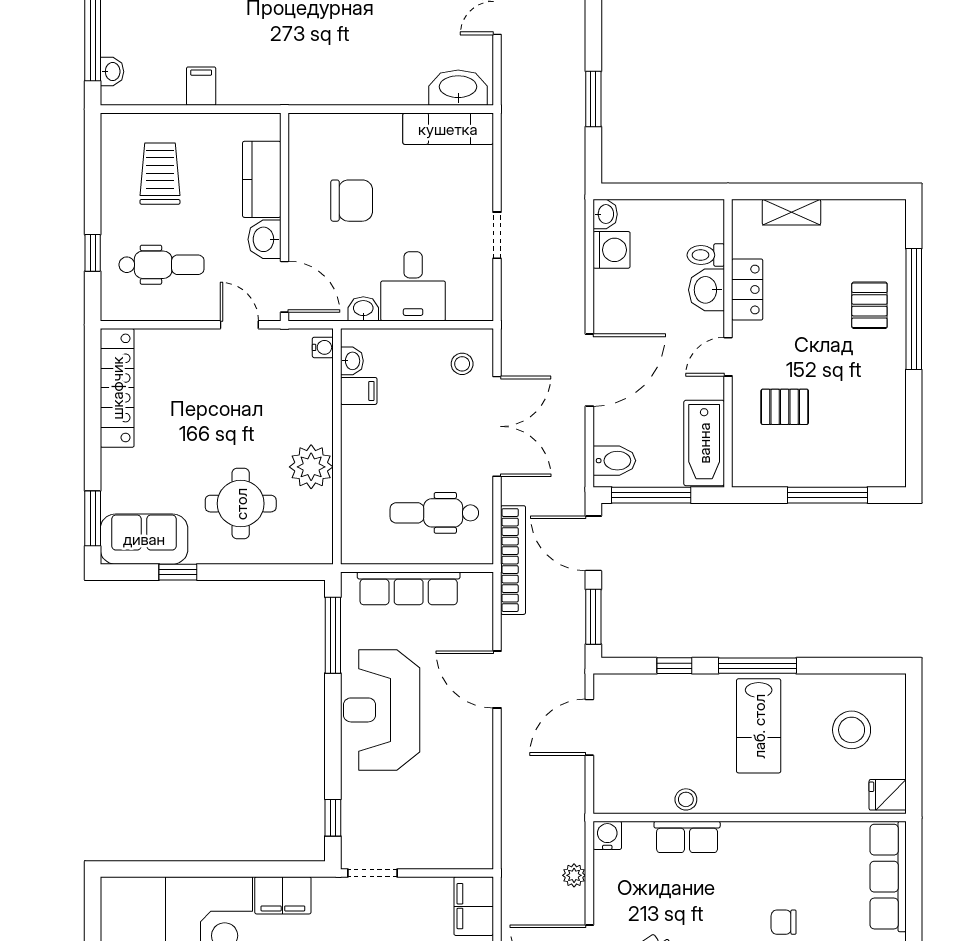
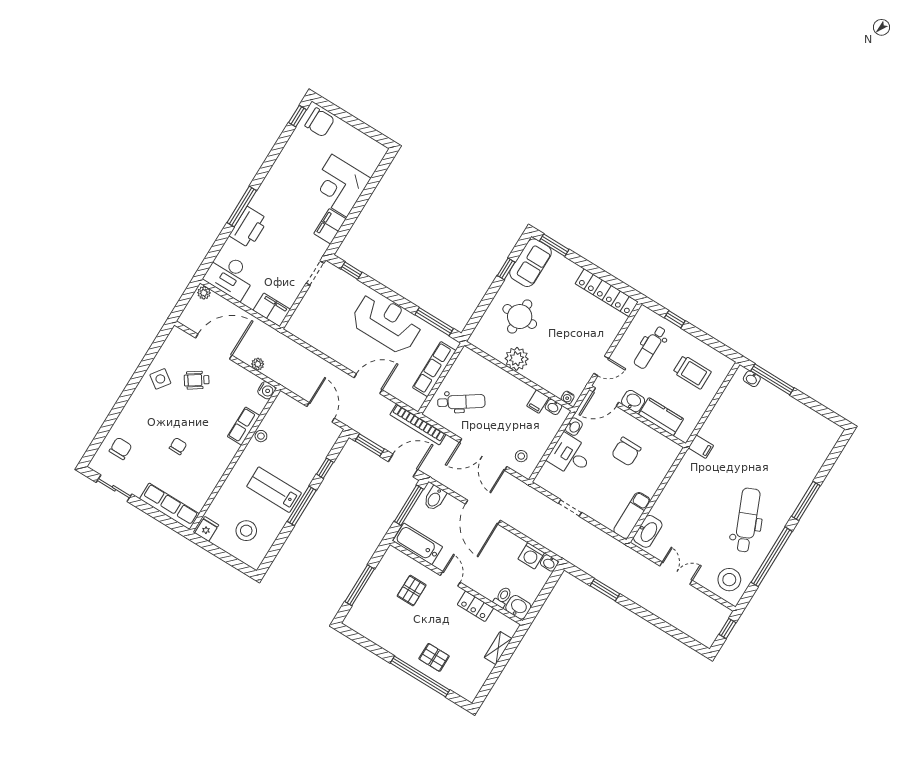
filing cabinet: (201, 86) -> (701, 447), moved
washbasin: (707, 290) -> (518, 607), moved
dental chair: (434, 513) -> (461, 402), turned 56

